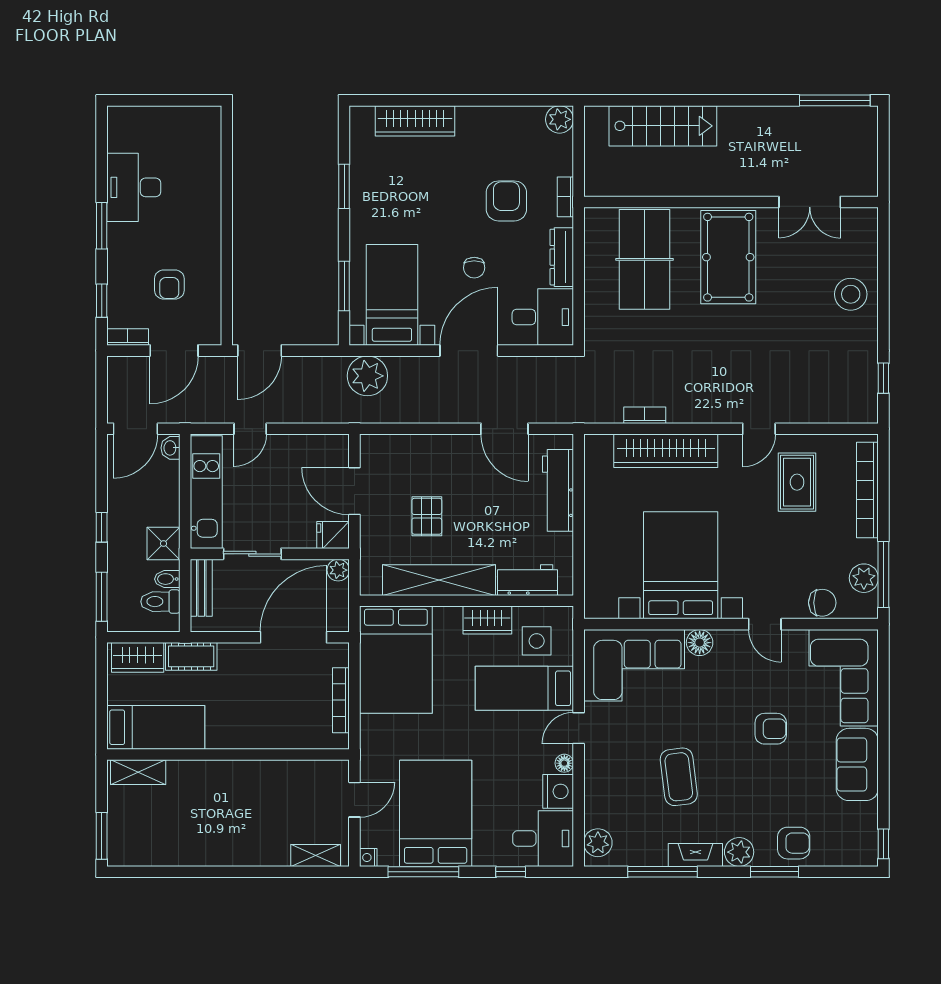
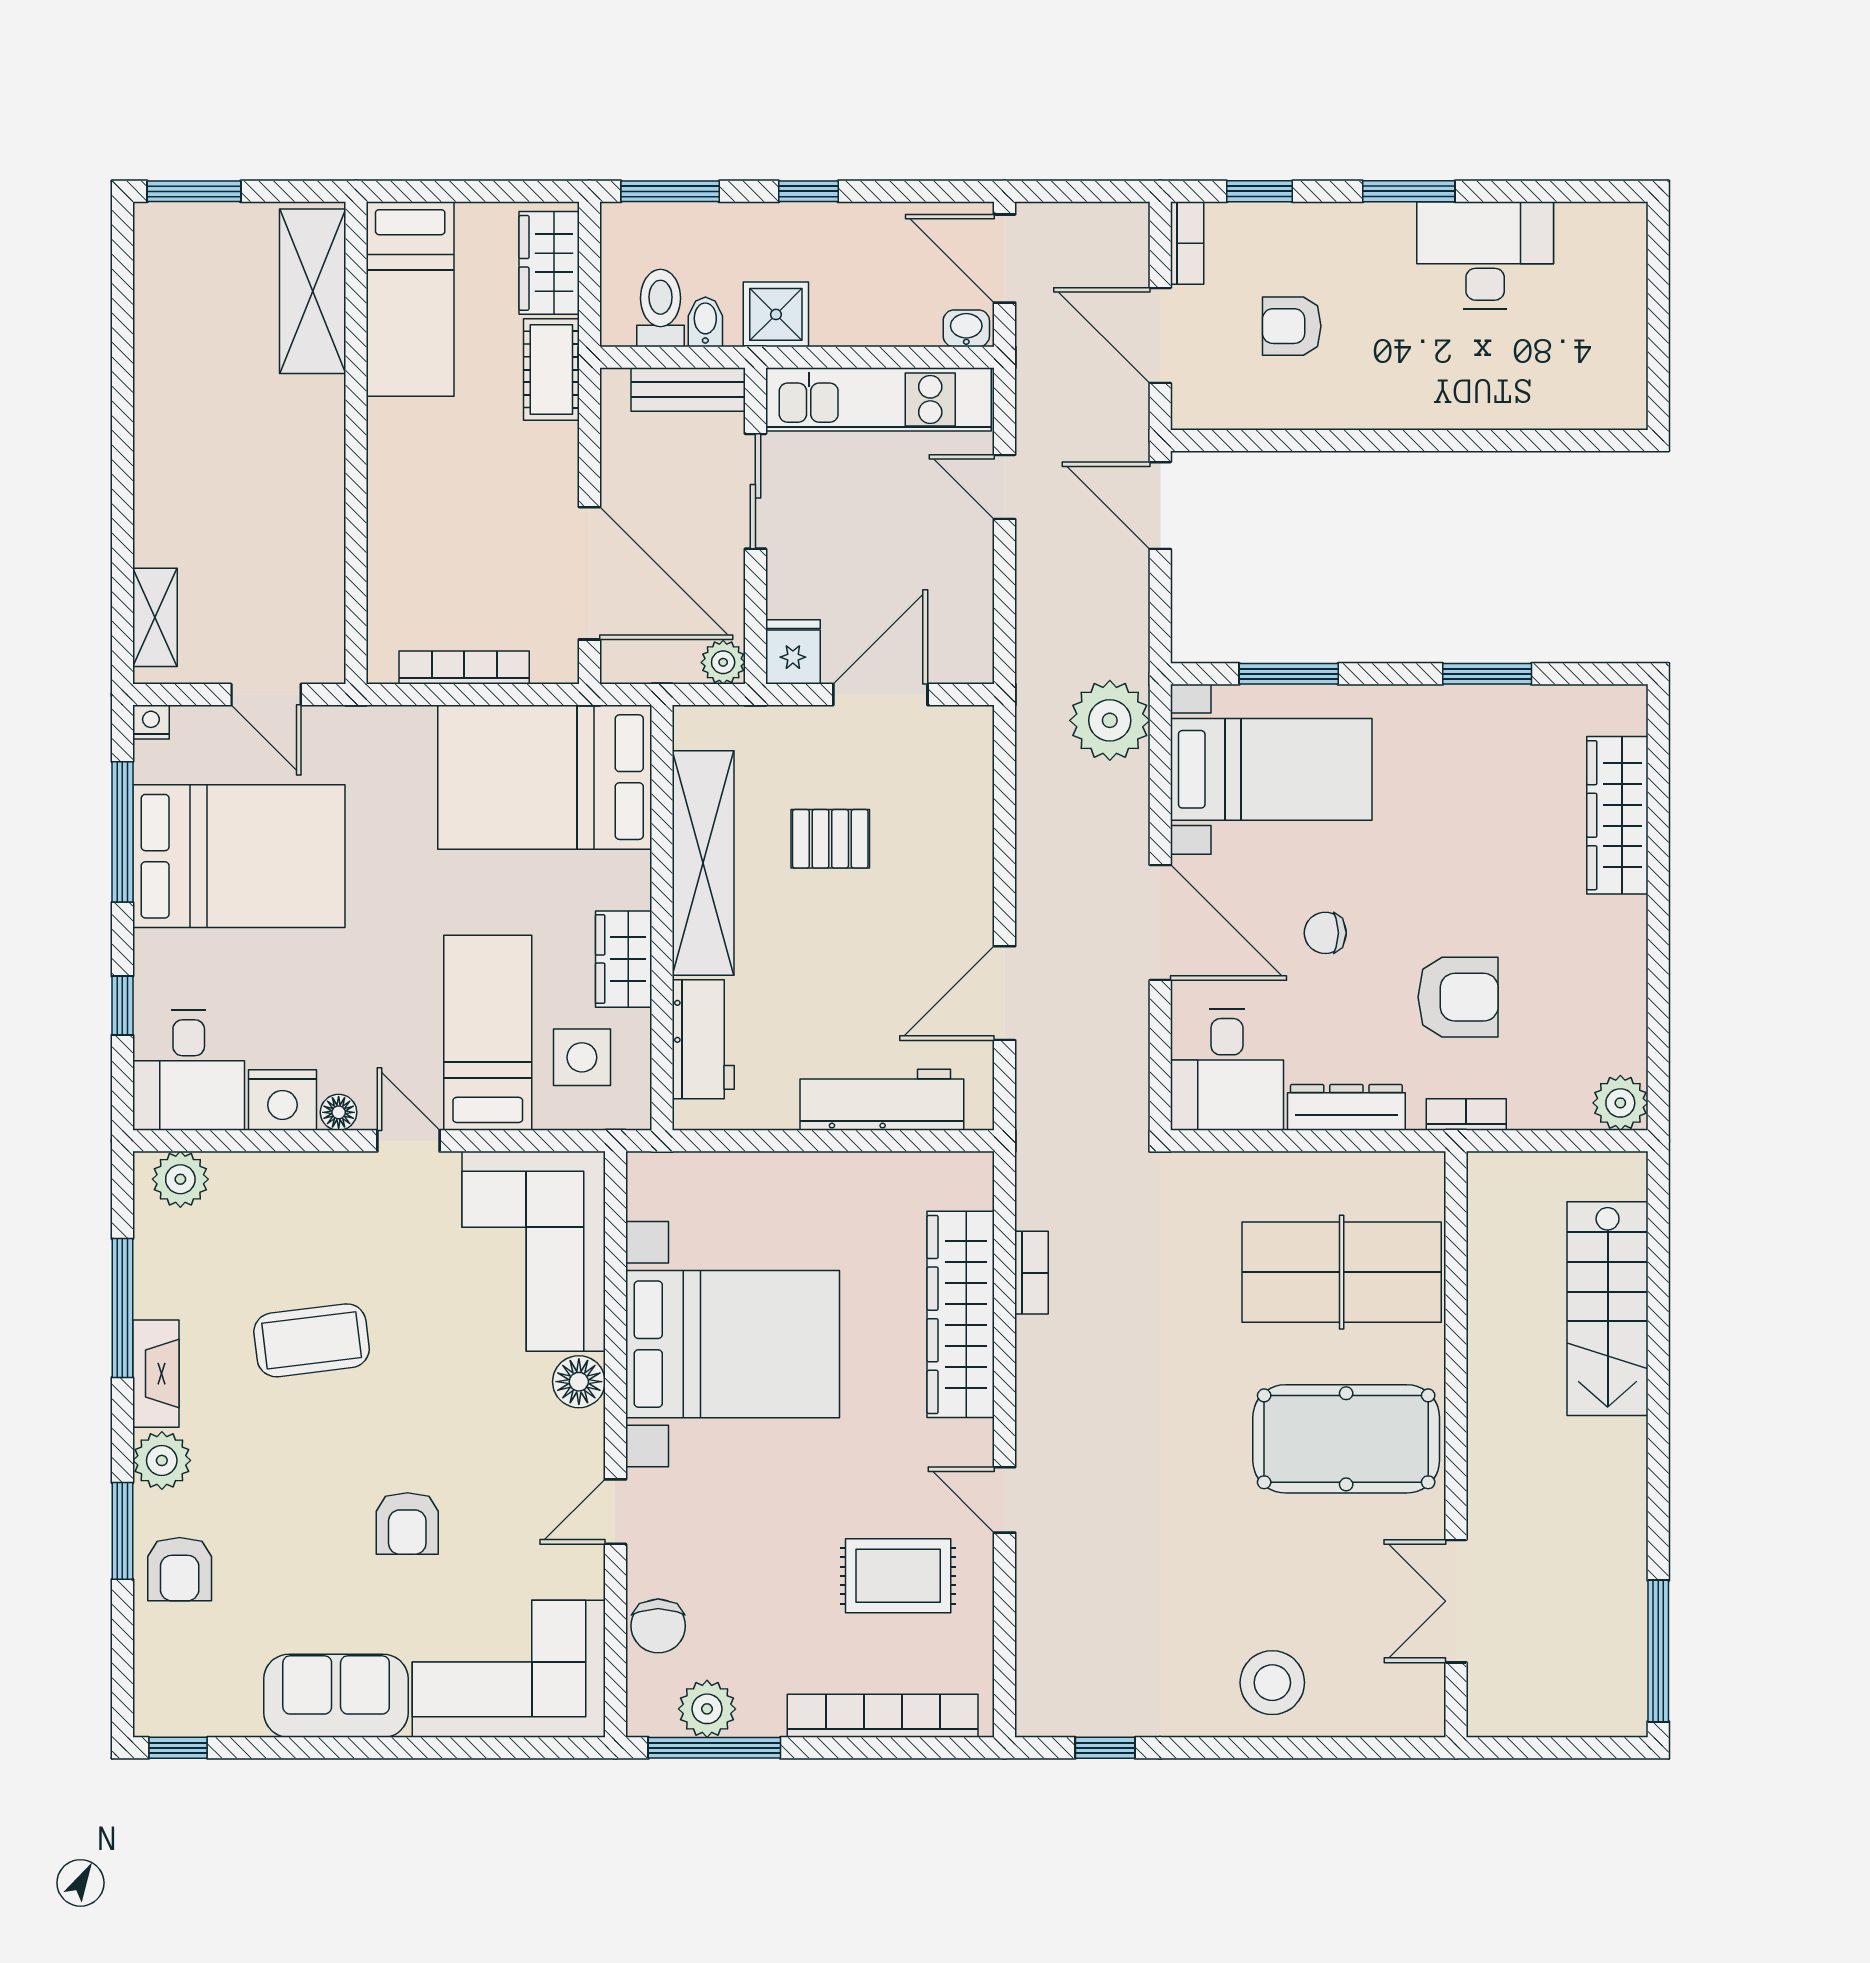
shelving: (138, 772) -> (313, 291), width x1.50, depth x1.33

